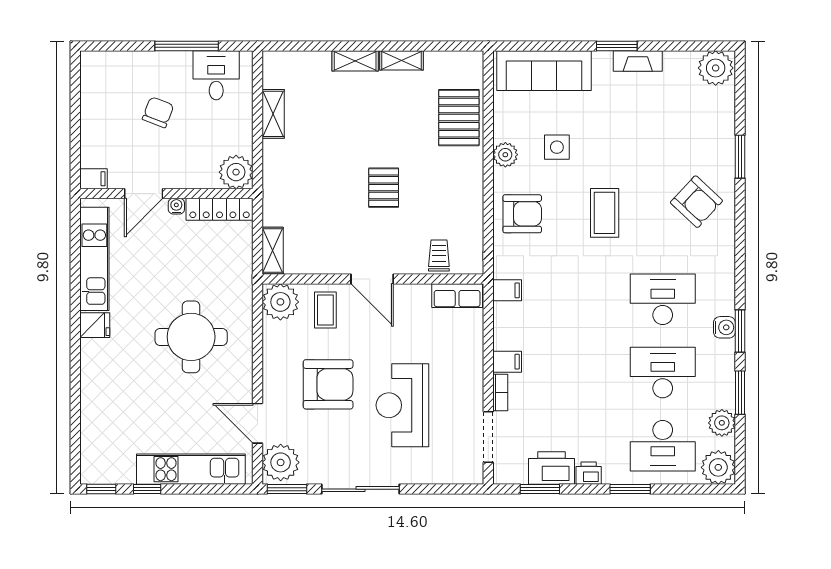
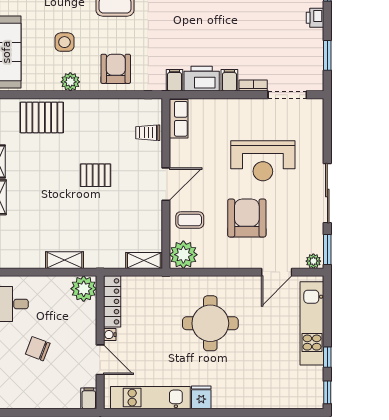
shelving: (273, 114) -> (65, 260), moved
plant: (281, 462) -> (313, 261), width x0.53, depth x0.53
printer: (552, 468) -> (202, 79), moved, turned 90

